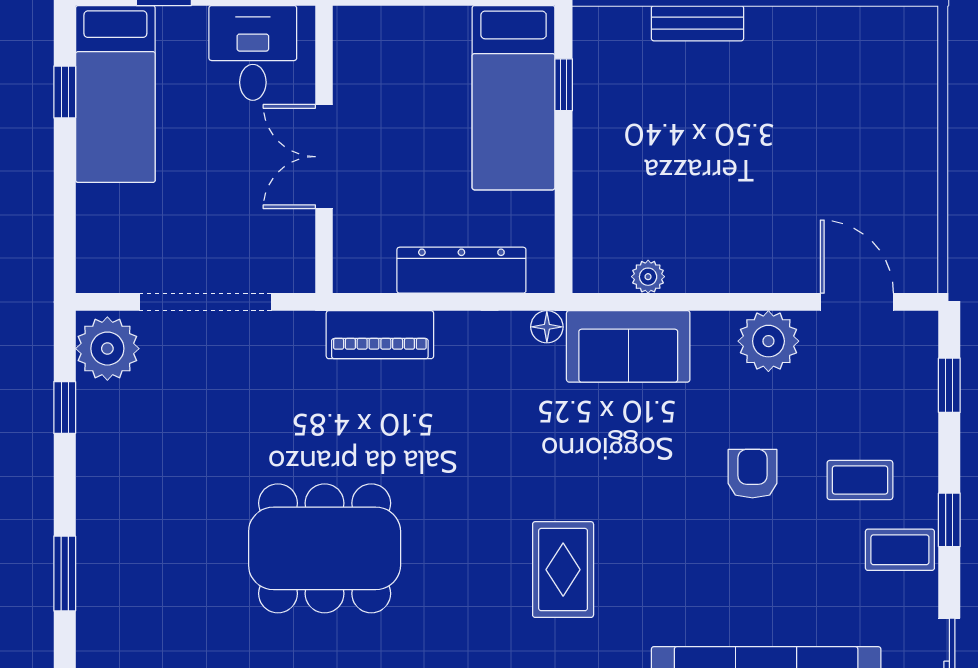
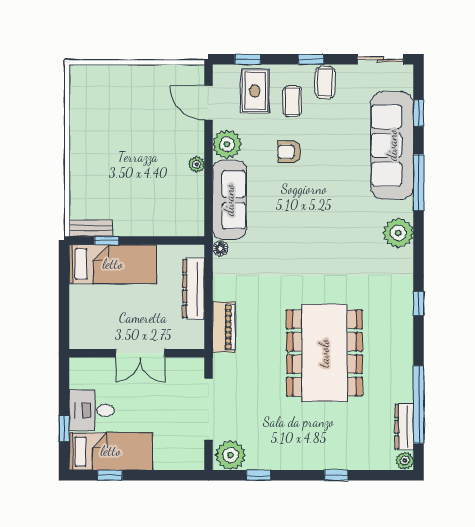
bench: (697, 23) -> (91, 228), moved, turned 90
desk: (253, 53) -> (91, 410), moved
plant: (648, 277) -> (197, 164), moved
door: (857, 302) -> (209, 103), hinge flipped
sofa: (628, 346) -> (229, 200), width x1.36
dining table: (325, 548) -> (324, 353), width x1.36, depth x1.24
rug: (563, 570) -> (255, 91), moved, turned 90
window: (65, 574) -> (336, 475), width x0.67

